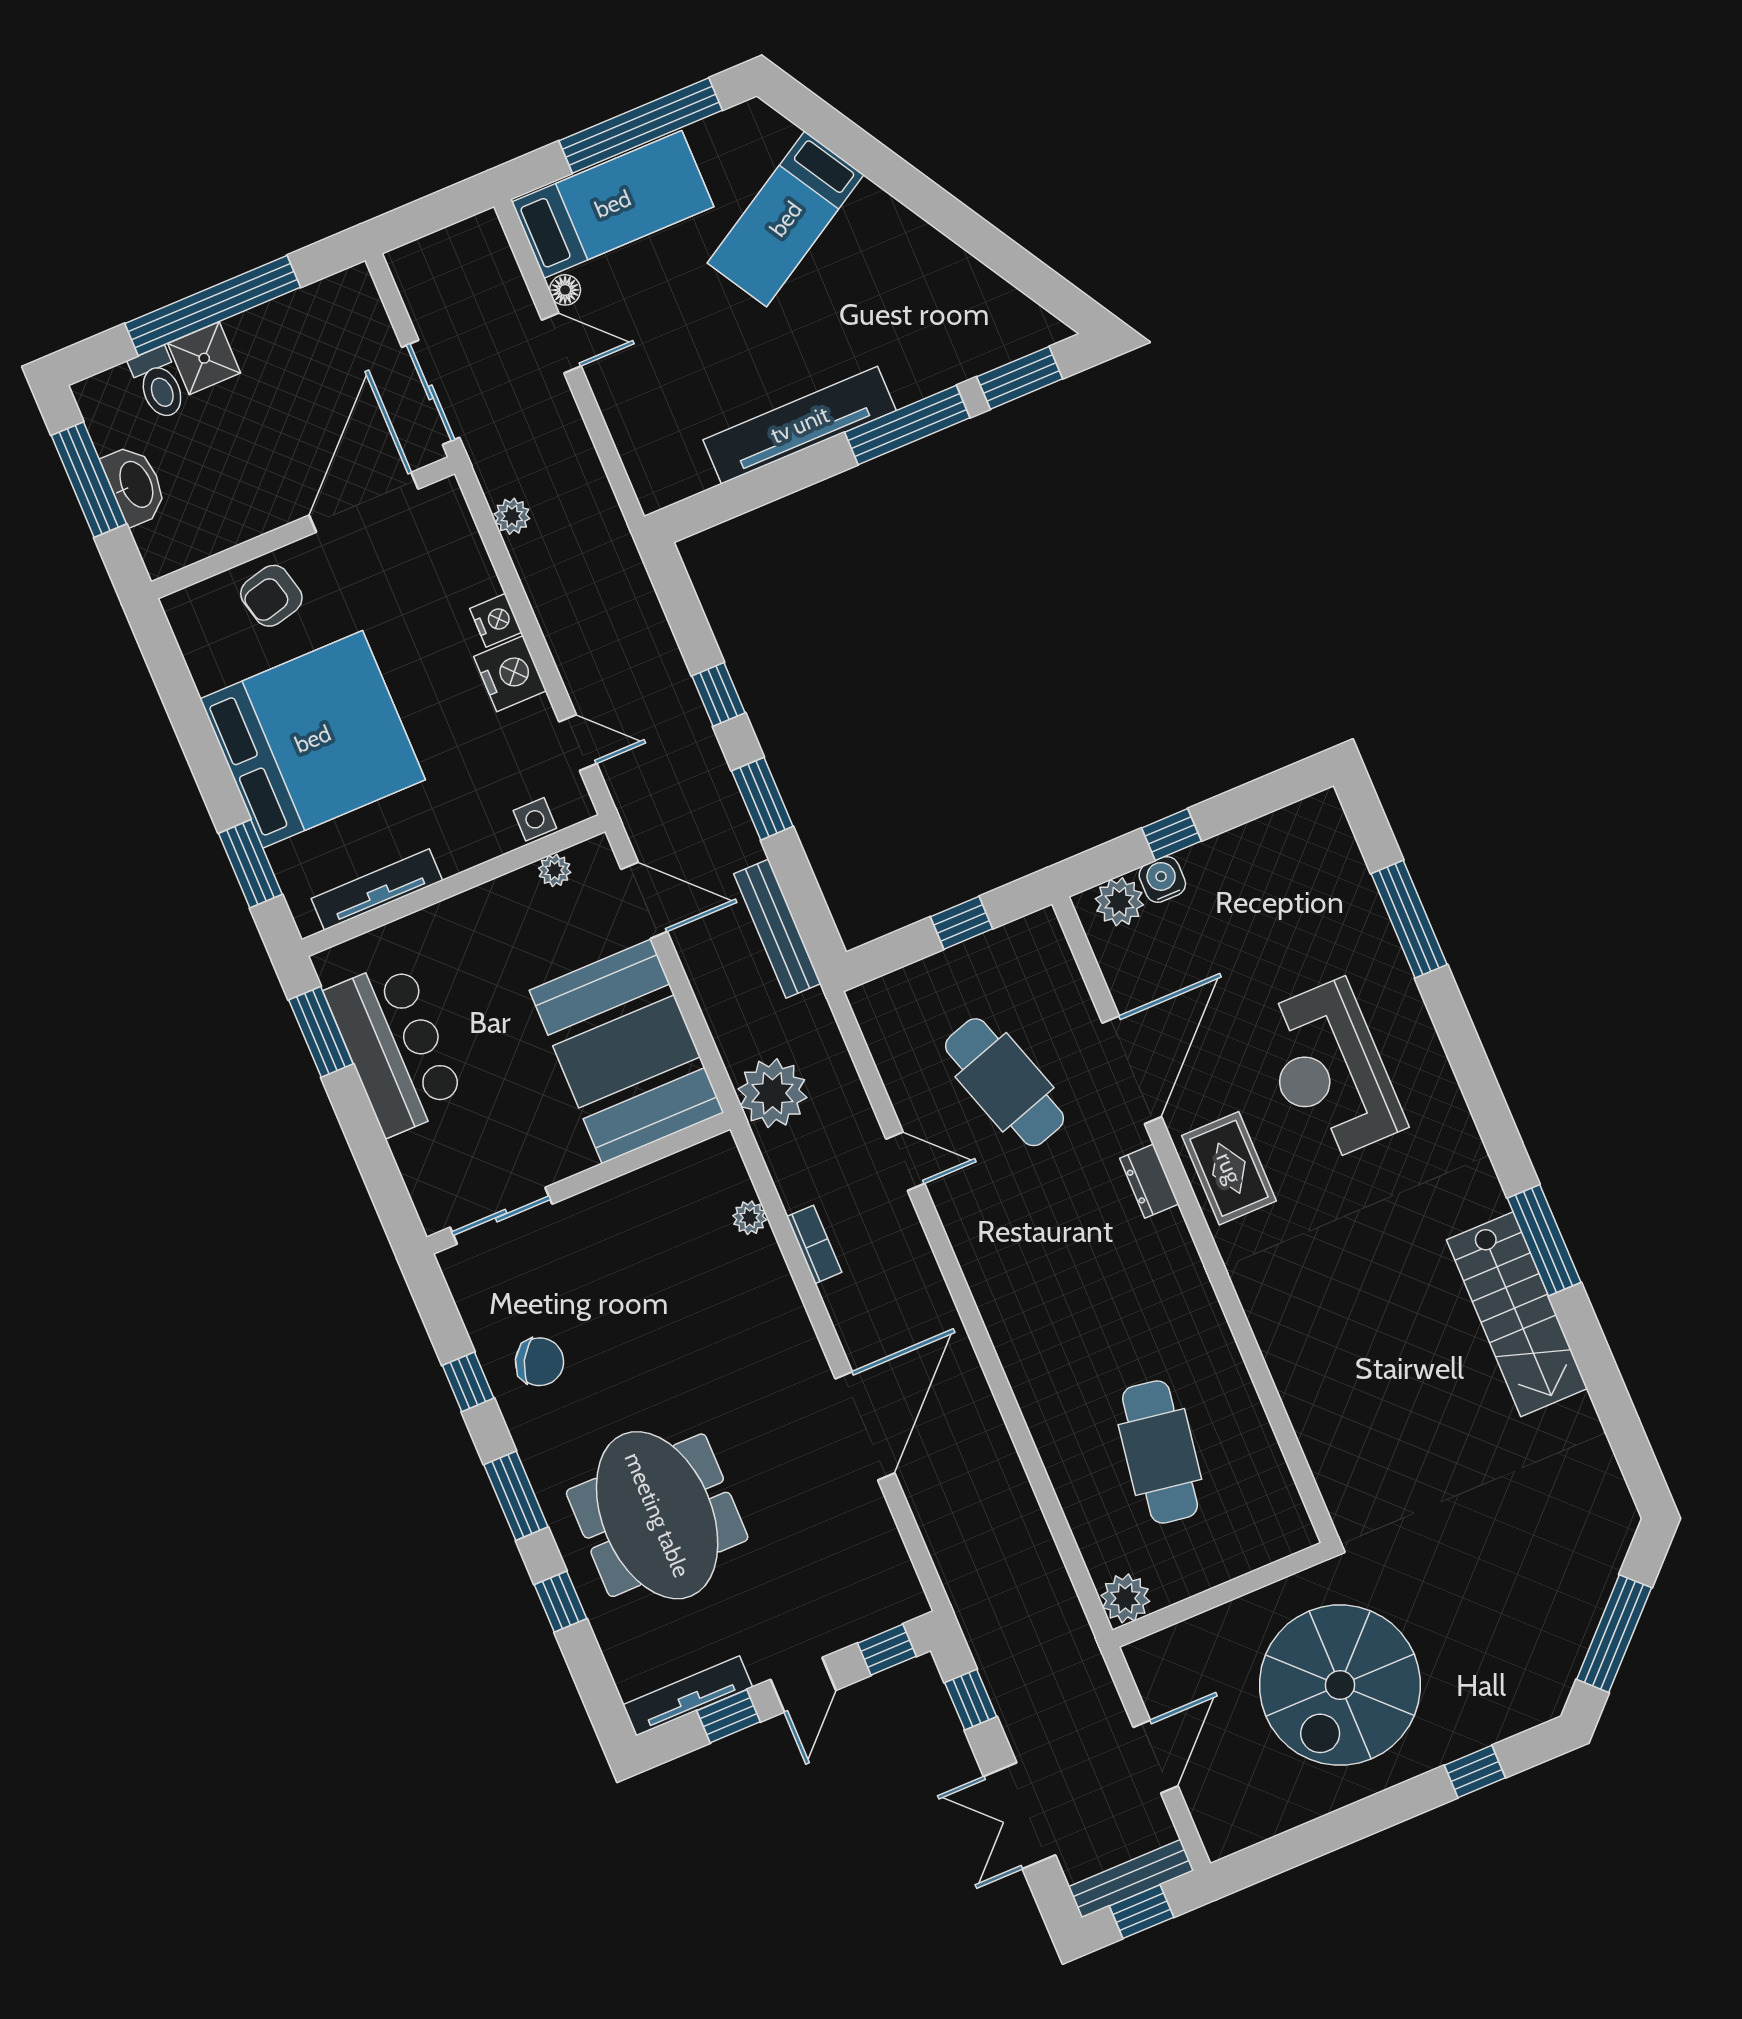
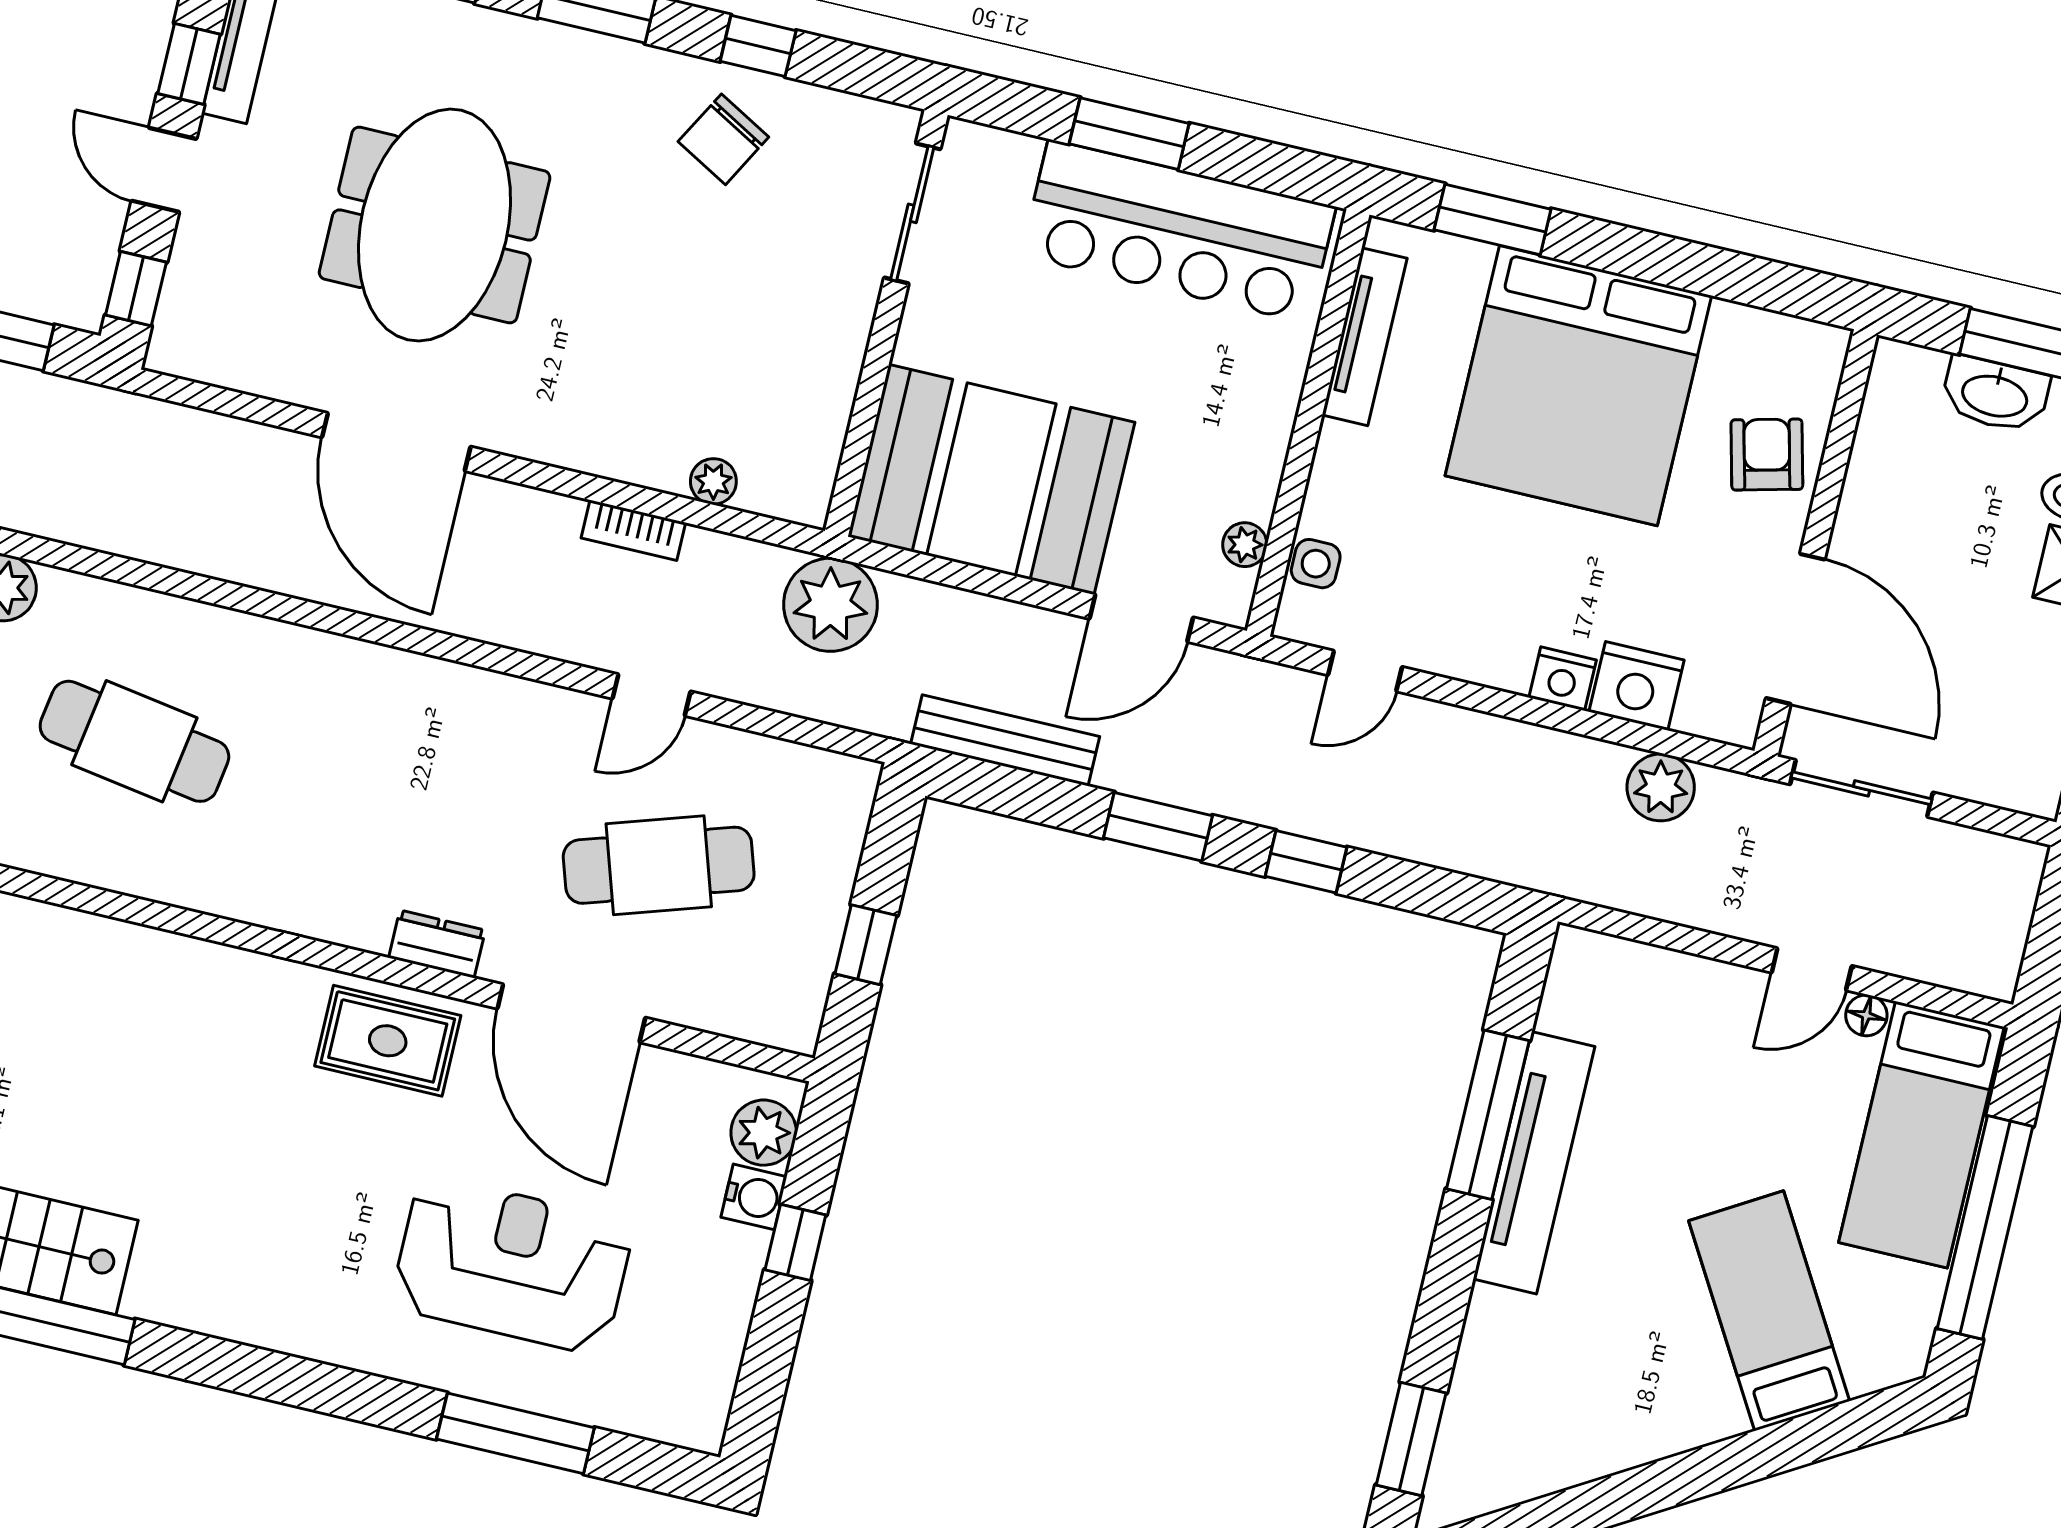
window: (907, 425) -> (1488, 1115), moved
plant: (512, 516) -> (1661, 787), width x1.38, depth x1.38
nightstand: (510, 674) -> (1637, 686), moved
window: (321, 1032) -> (1129, 134), moved
bar counter: (395, 1048) -> (1178, 231), width x1.36
reception desk: (1330, 1071) -> (512, 1265), moved
meeting table: (657, 1515) -> (435, 225), moved, turned 90

